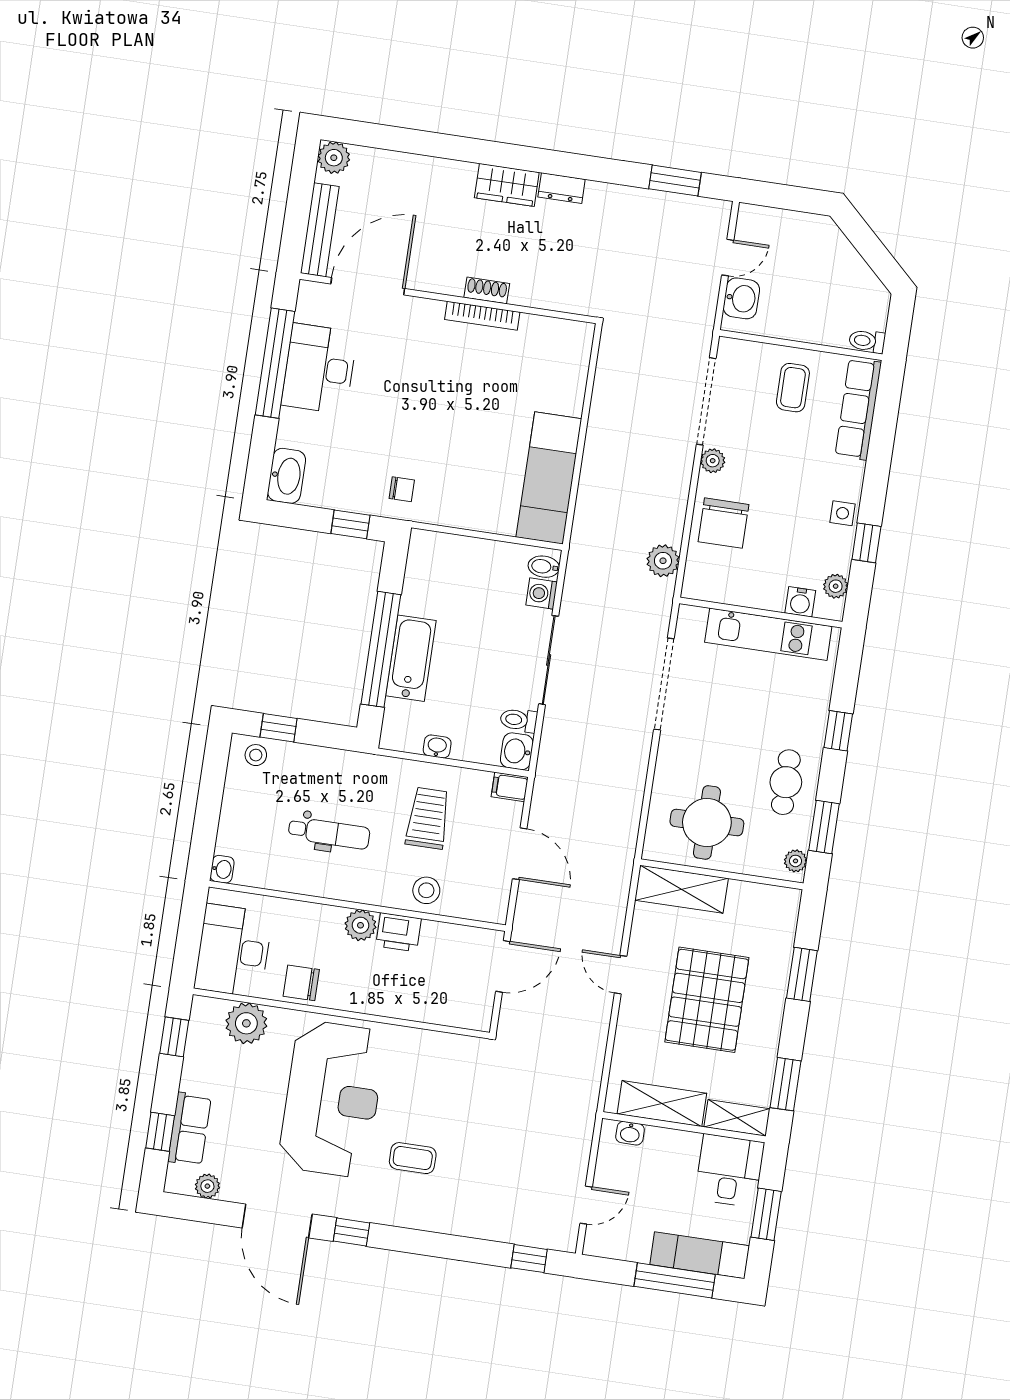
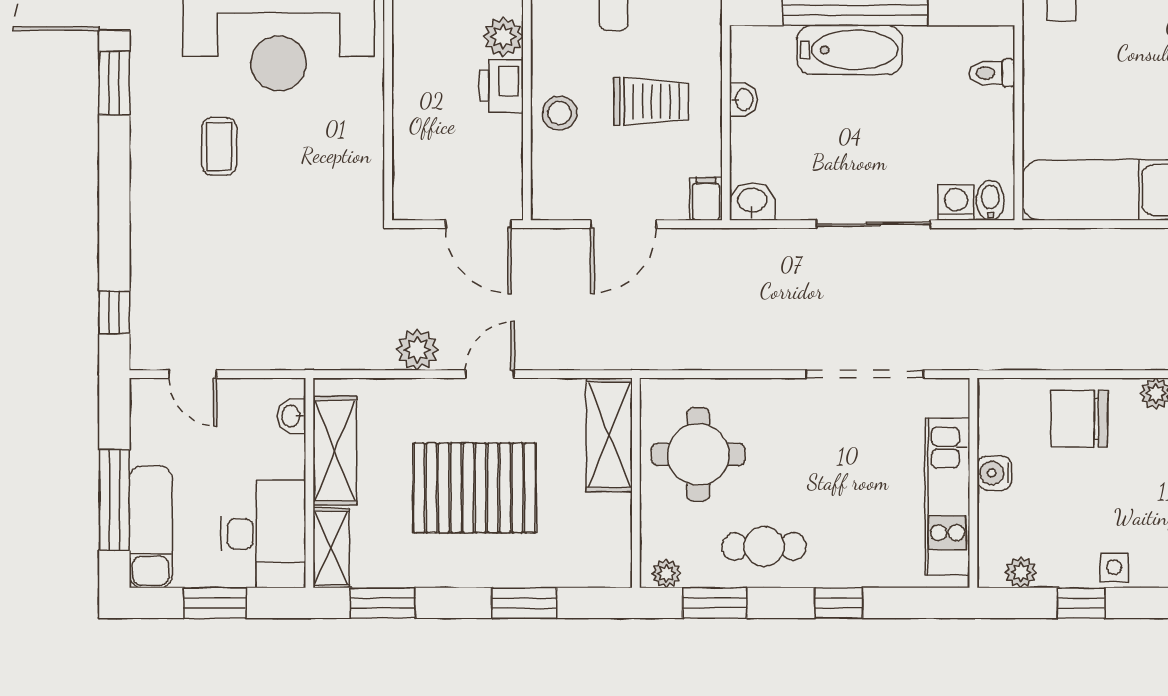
plant: (663, 561) -> (417, 350), moved
water cooler: (800, 602) -> (994, 473), moved
toilet: (519, 720) -> (992, 73), moved, turned -90
desk: (729, 1171) -> (263, 534), width x1.37
window: (352, 1232) -> (114, 83), width x1.50

